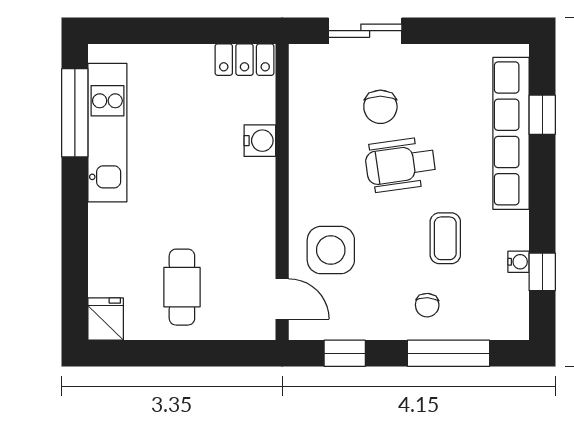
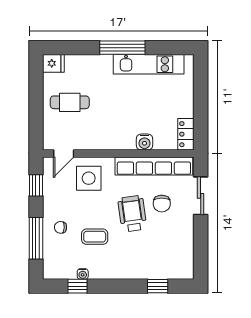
chair: (380, 107) -> (162, 204), turned -90
window: (75, 113) -> (122, 48), moved
row of seats: (511, 133) -> (154, 166), moved, turned 180

